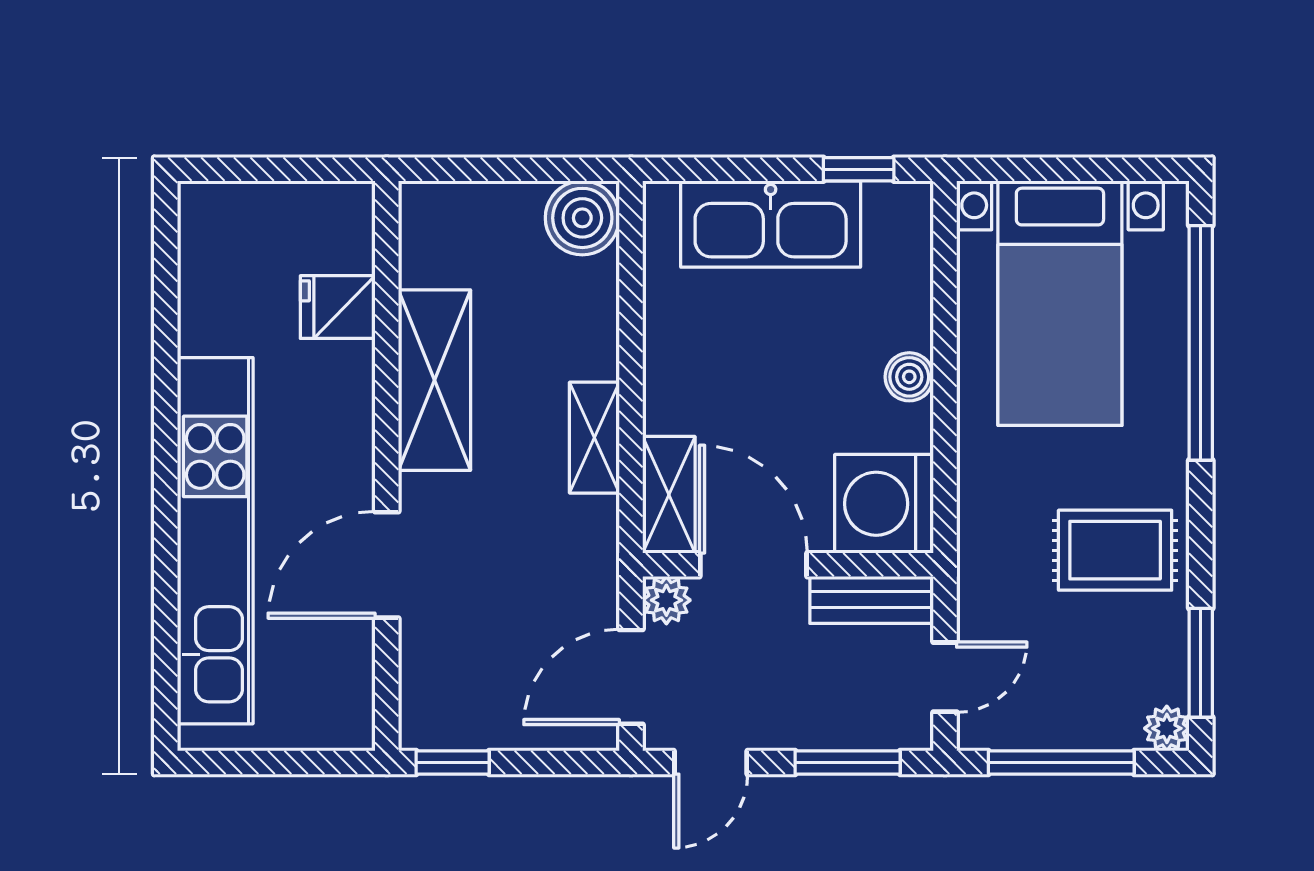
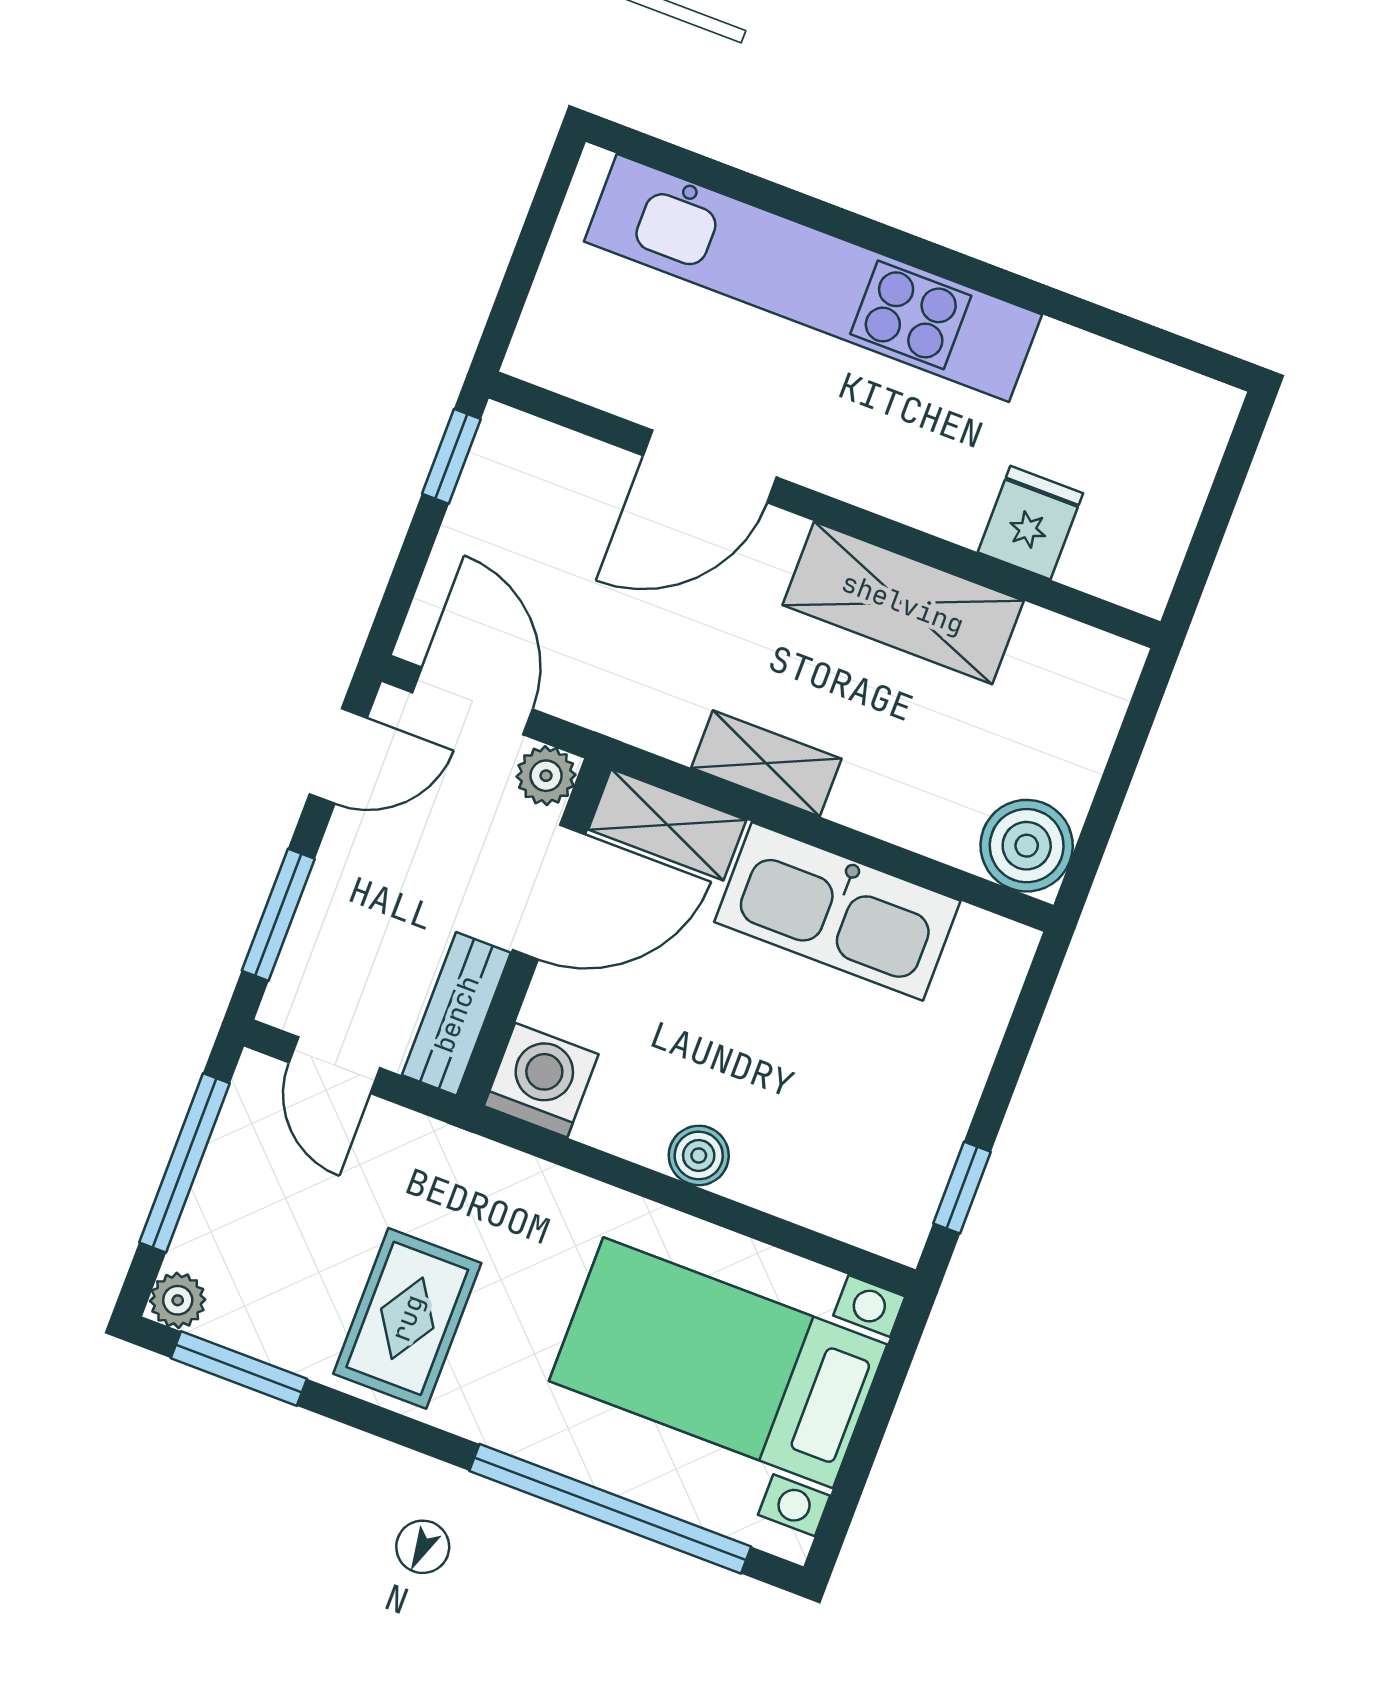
kitchen sink: (771, 224) -> (837, 911), moved, turned -90
washing machine: (884, 504) -> (541, 1080), width x0.73, depth x0.73
door: (387, 565) -> (710, 466), swing flipped
door: (711, 762) -> (338, 756), swing flipped

